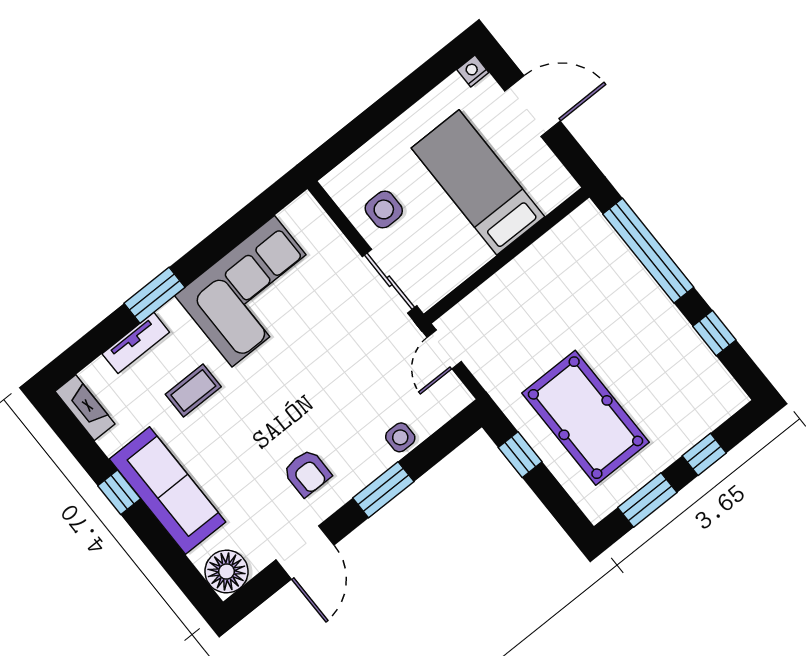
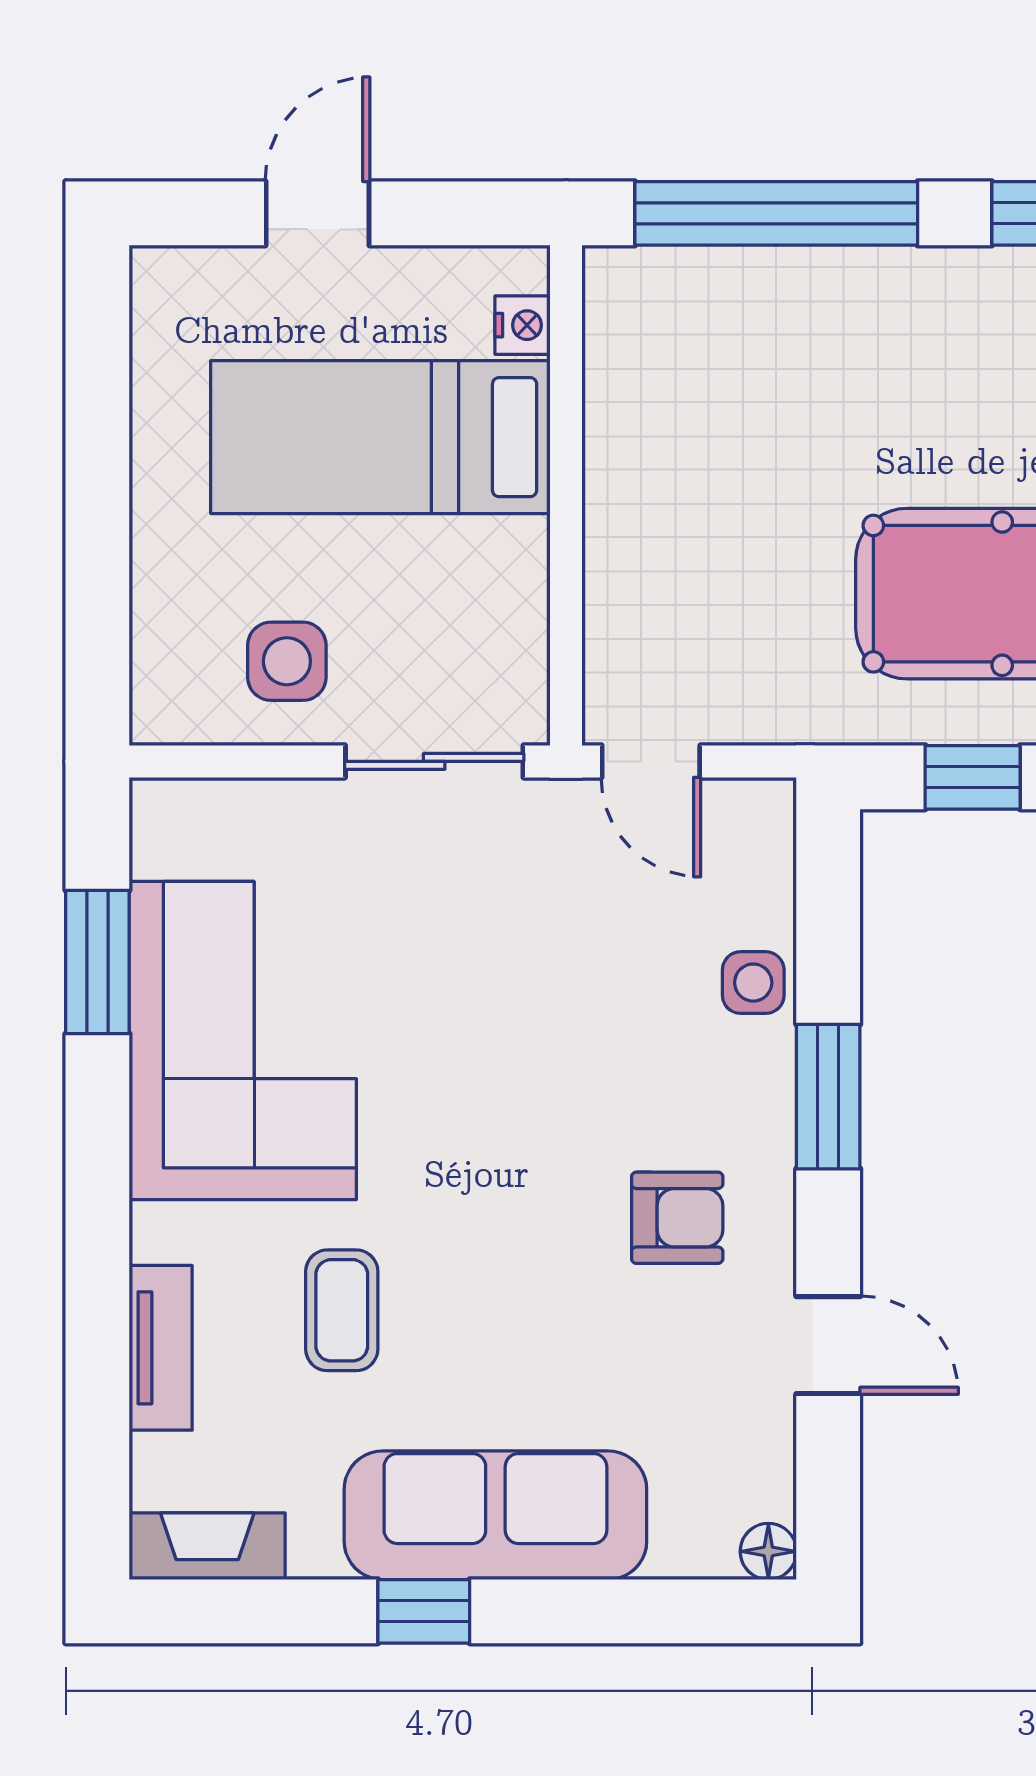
nightstand: (473, 71) -> (523, 325), moved, turned 180
door: (533, 106) -> (317, 213), width x0.73
window: (155, 295) -> (97, 962), moved
door: (305, 552) -> (828, 1345), width x0.73
floor lamp: (226, 571) -> (768, 1551), width x0.53, depth x0.53

